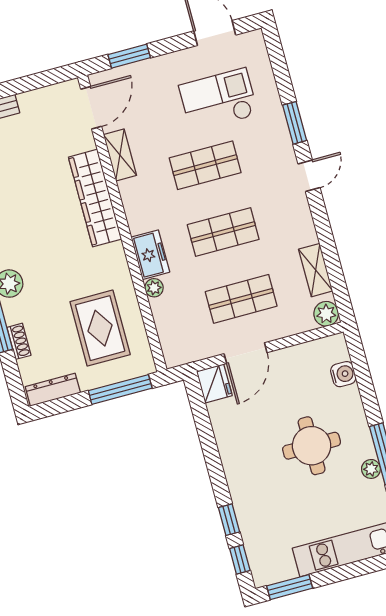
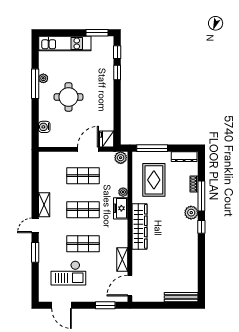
wardrobe: (95, 198) -> (140, 226), moved
shelving: (316, 270) -> (44, 205), moved
plant: (326, 314) -> (121, 158), moved

